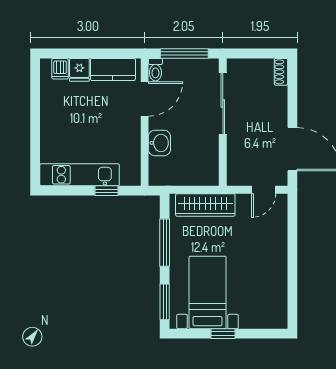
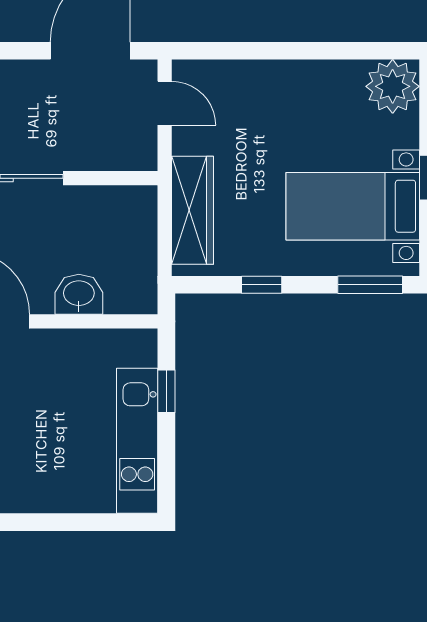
window: (165, 243) -> (262, 285), width x0.46
plant: (273, 314) -> (393, 86), added

